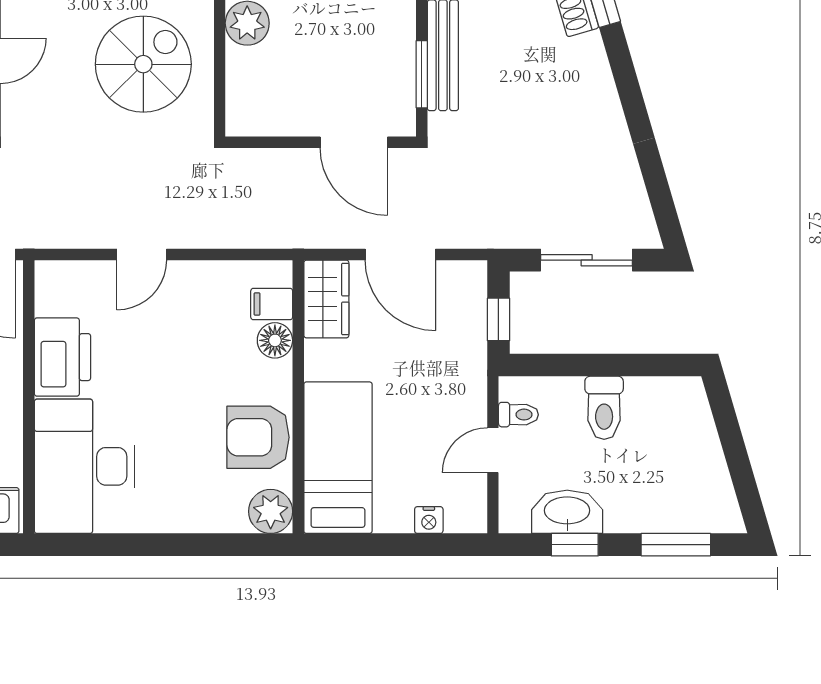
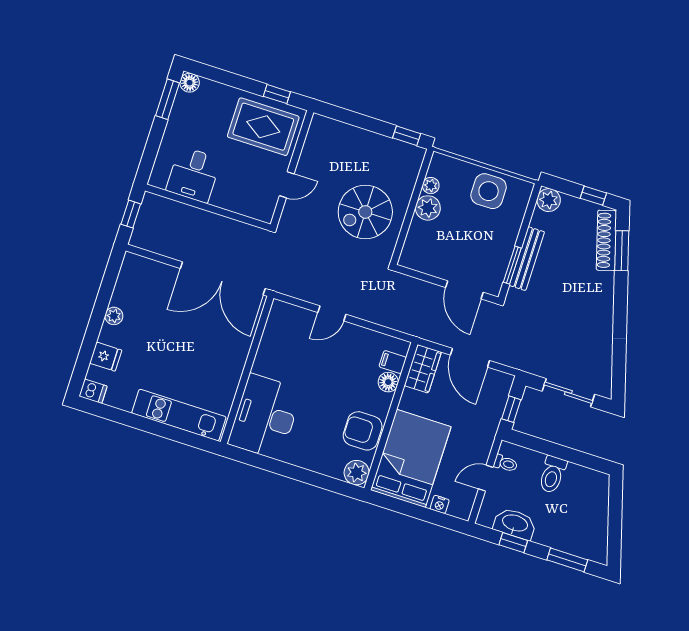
spiral stairs: (143, 64) -> (365, 212), turned 180
printer: (62, 357) -> (272, 355), removed
bed: (338, 458) -> (411, 458), width x1.50

